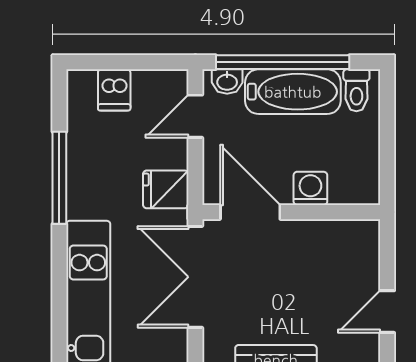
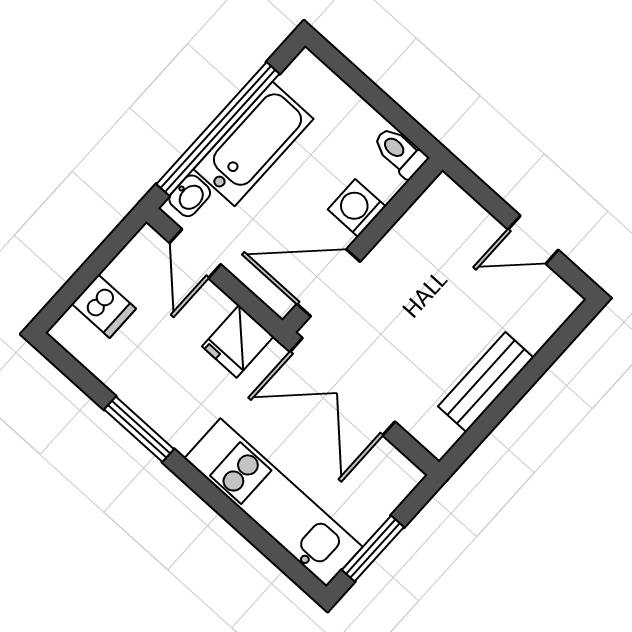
toilet: (356, 90) -> (400, 152), moved, turned 180
window: (59, 178) -> (139, 429), width x0.69
door: (387, 312) -> (533, 240), hinge flipped

